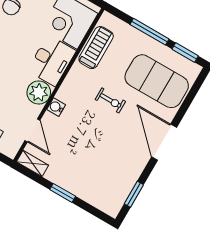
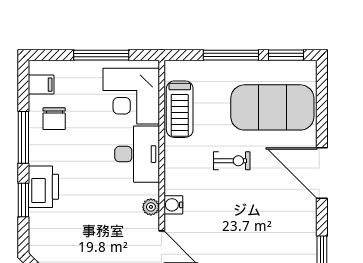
treadmill: (96, 48) -> (180, 109), turned 180
plant: (39, 92) -> (151, 207), width x0.53, depth x0.53

